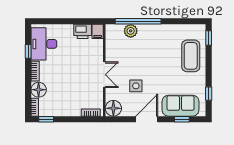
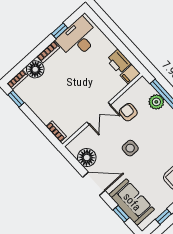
armchair: (121, 55) -> (128, 112), added
side table: (136, 86) -> (130, 148), moved
floor lamp: (113, 108) -> (87, 158), moved

